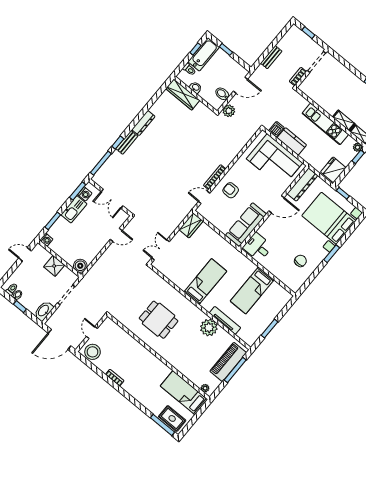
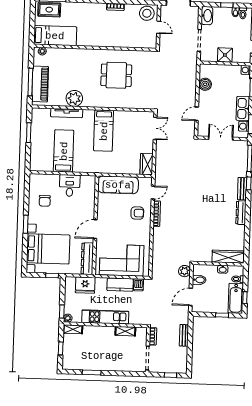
shelving: (344, 120) -> (125, 331), moved
fridge: (333, 170) -> (85, 285), moved, turned 90
sofa: (246, 225) -> (118, 185), moved, turned 90
desk: (258, 247) -> (70, 186), moved, turned -90
boiler: (80, 266) -> (205, 84), moved

